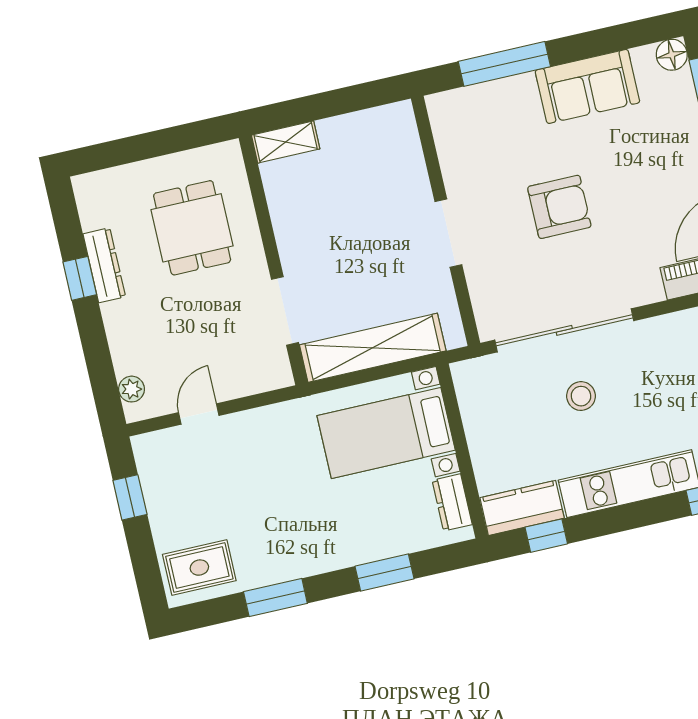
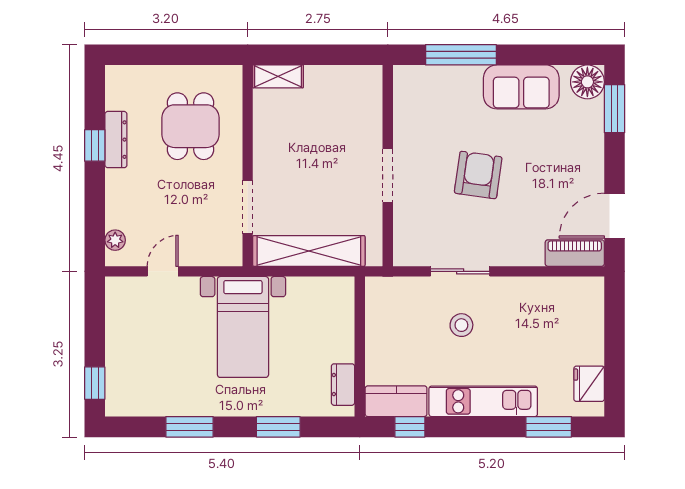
floor lamp: (672, 55) -> (587, 82), width x1.38, depth x1.38
armchair: (559, 207) -> (478, 175), turned -82
sliding door: (564, 330) -> (460, 271), width x0.54
bed with nightstands: (386, 433) -> (243, 327), moved, turned -90
window: (130, 497) -> (95, 383), moved
rug: (199, 568) -> (136, 390), removed

